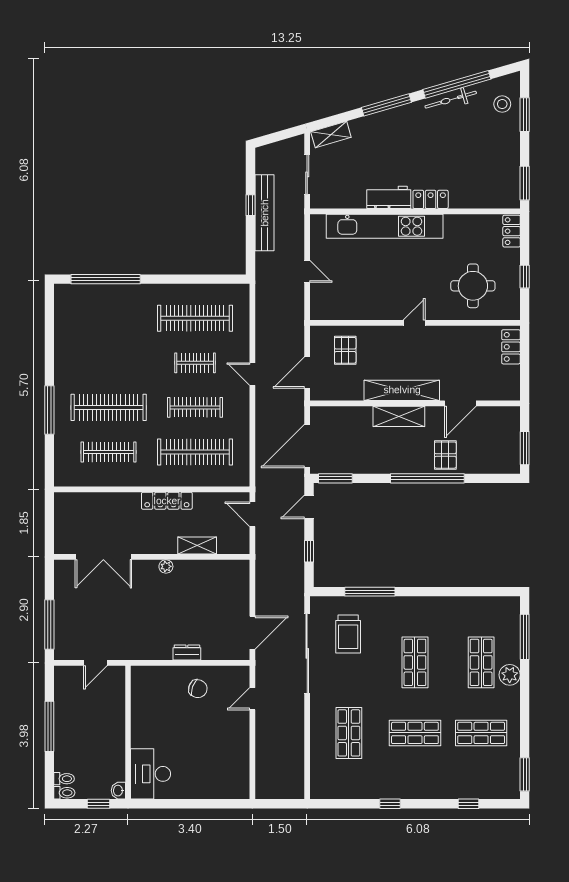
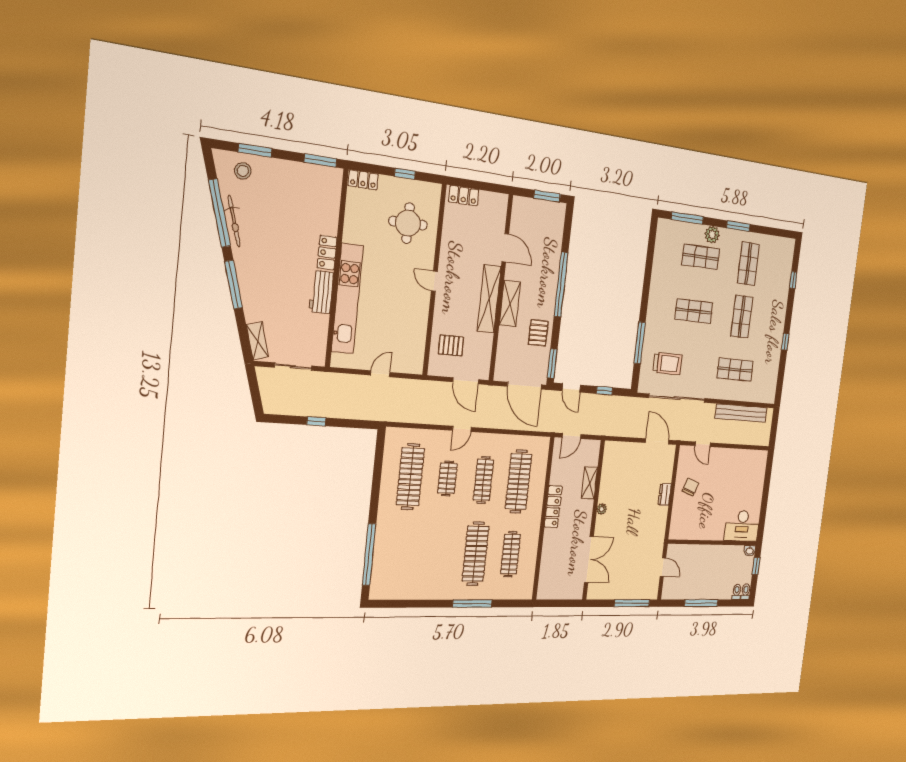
bench: (265, 213) -> (741, 413), moved
pallet: (445, 455) -> (538, 333), moved, turned 90
window: (525, 774) -> (738, 226), moved

